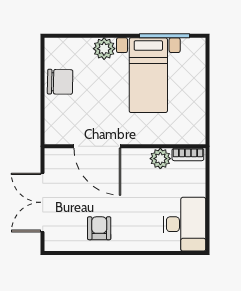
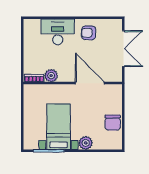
chair: (60, 82) -> (113, 123), turned -91
desk: (184, 224) -> (58, 32), moved, turned 90
armchair: (99, 228) -> (89, 33), turned 92

